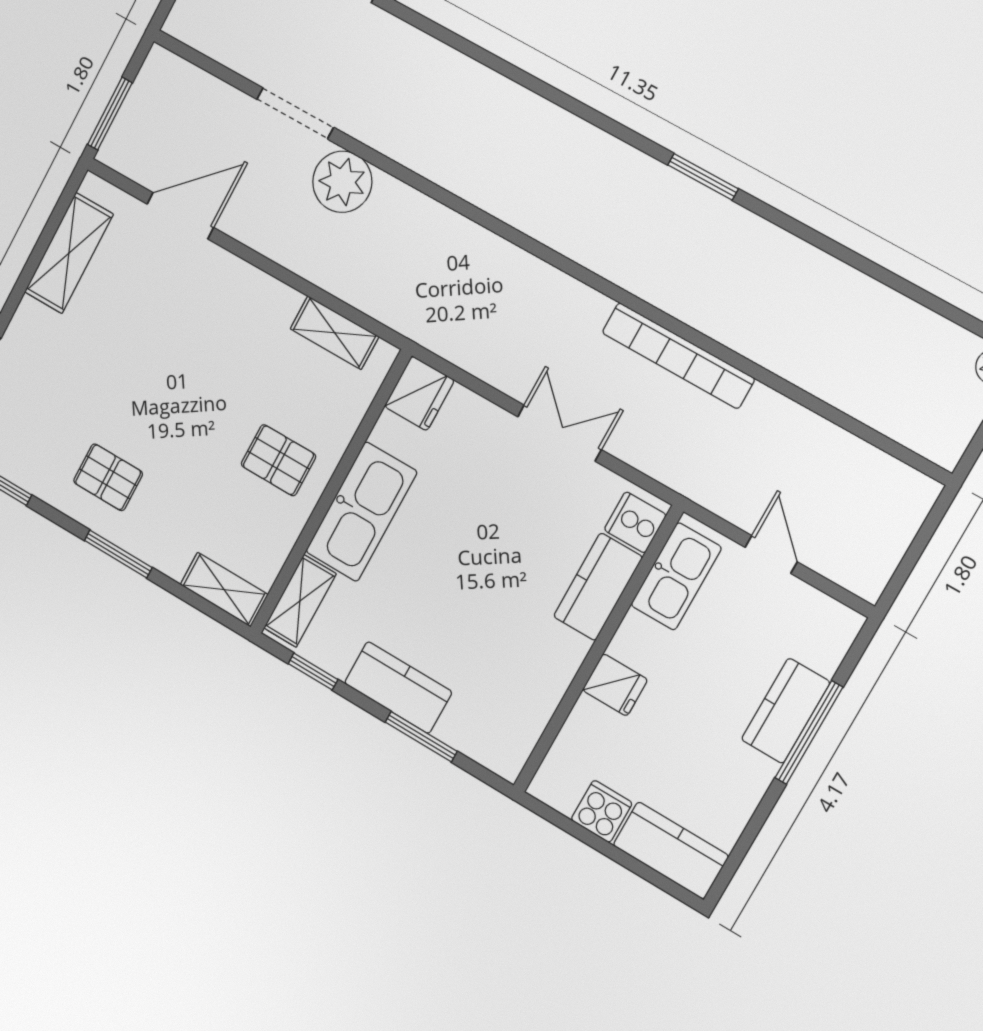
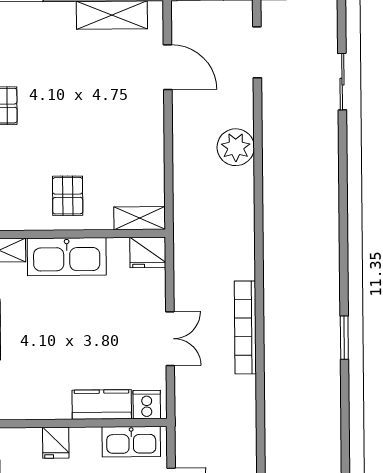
doorway: (295, 113) -> (257, 52), moved
shelving: (334, 333) -> (140, 218), moved, turned 90
bookcase: (678, 356) -> (245, 327), moved

